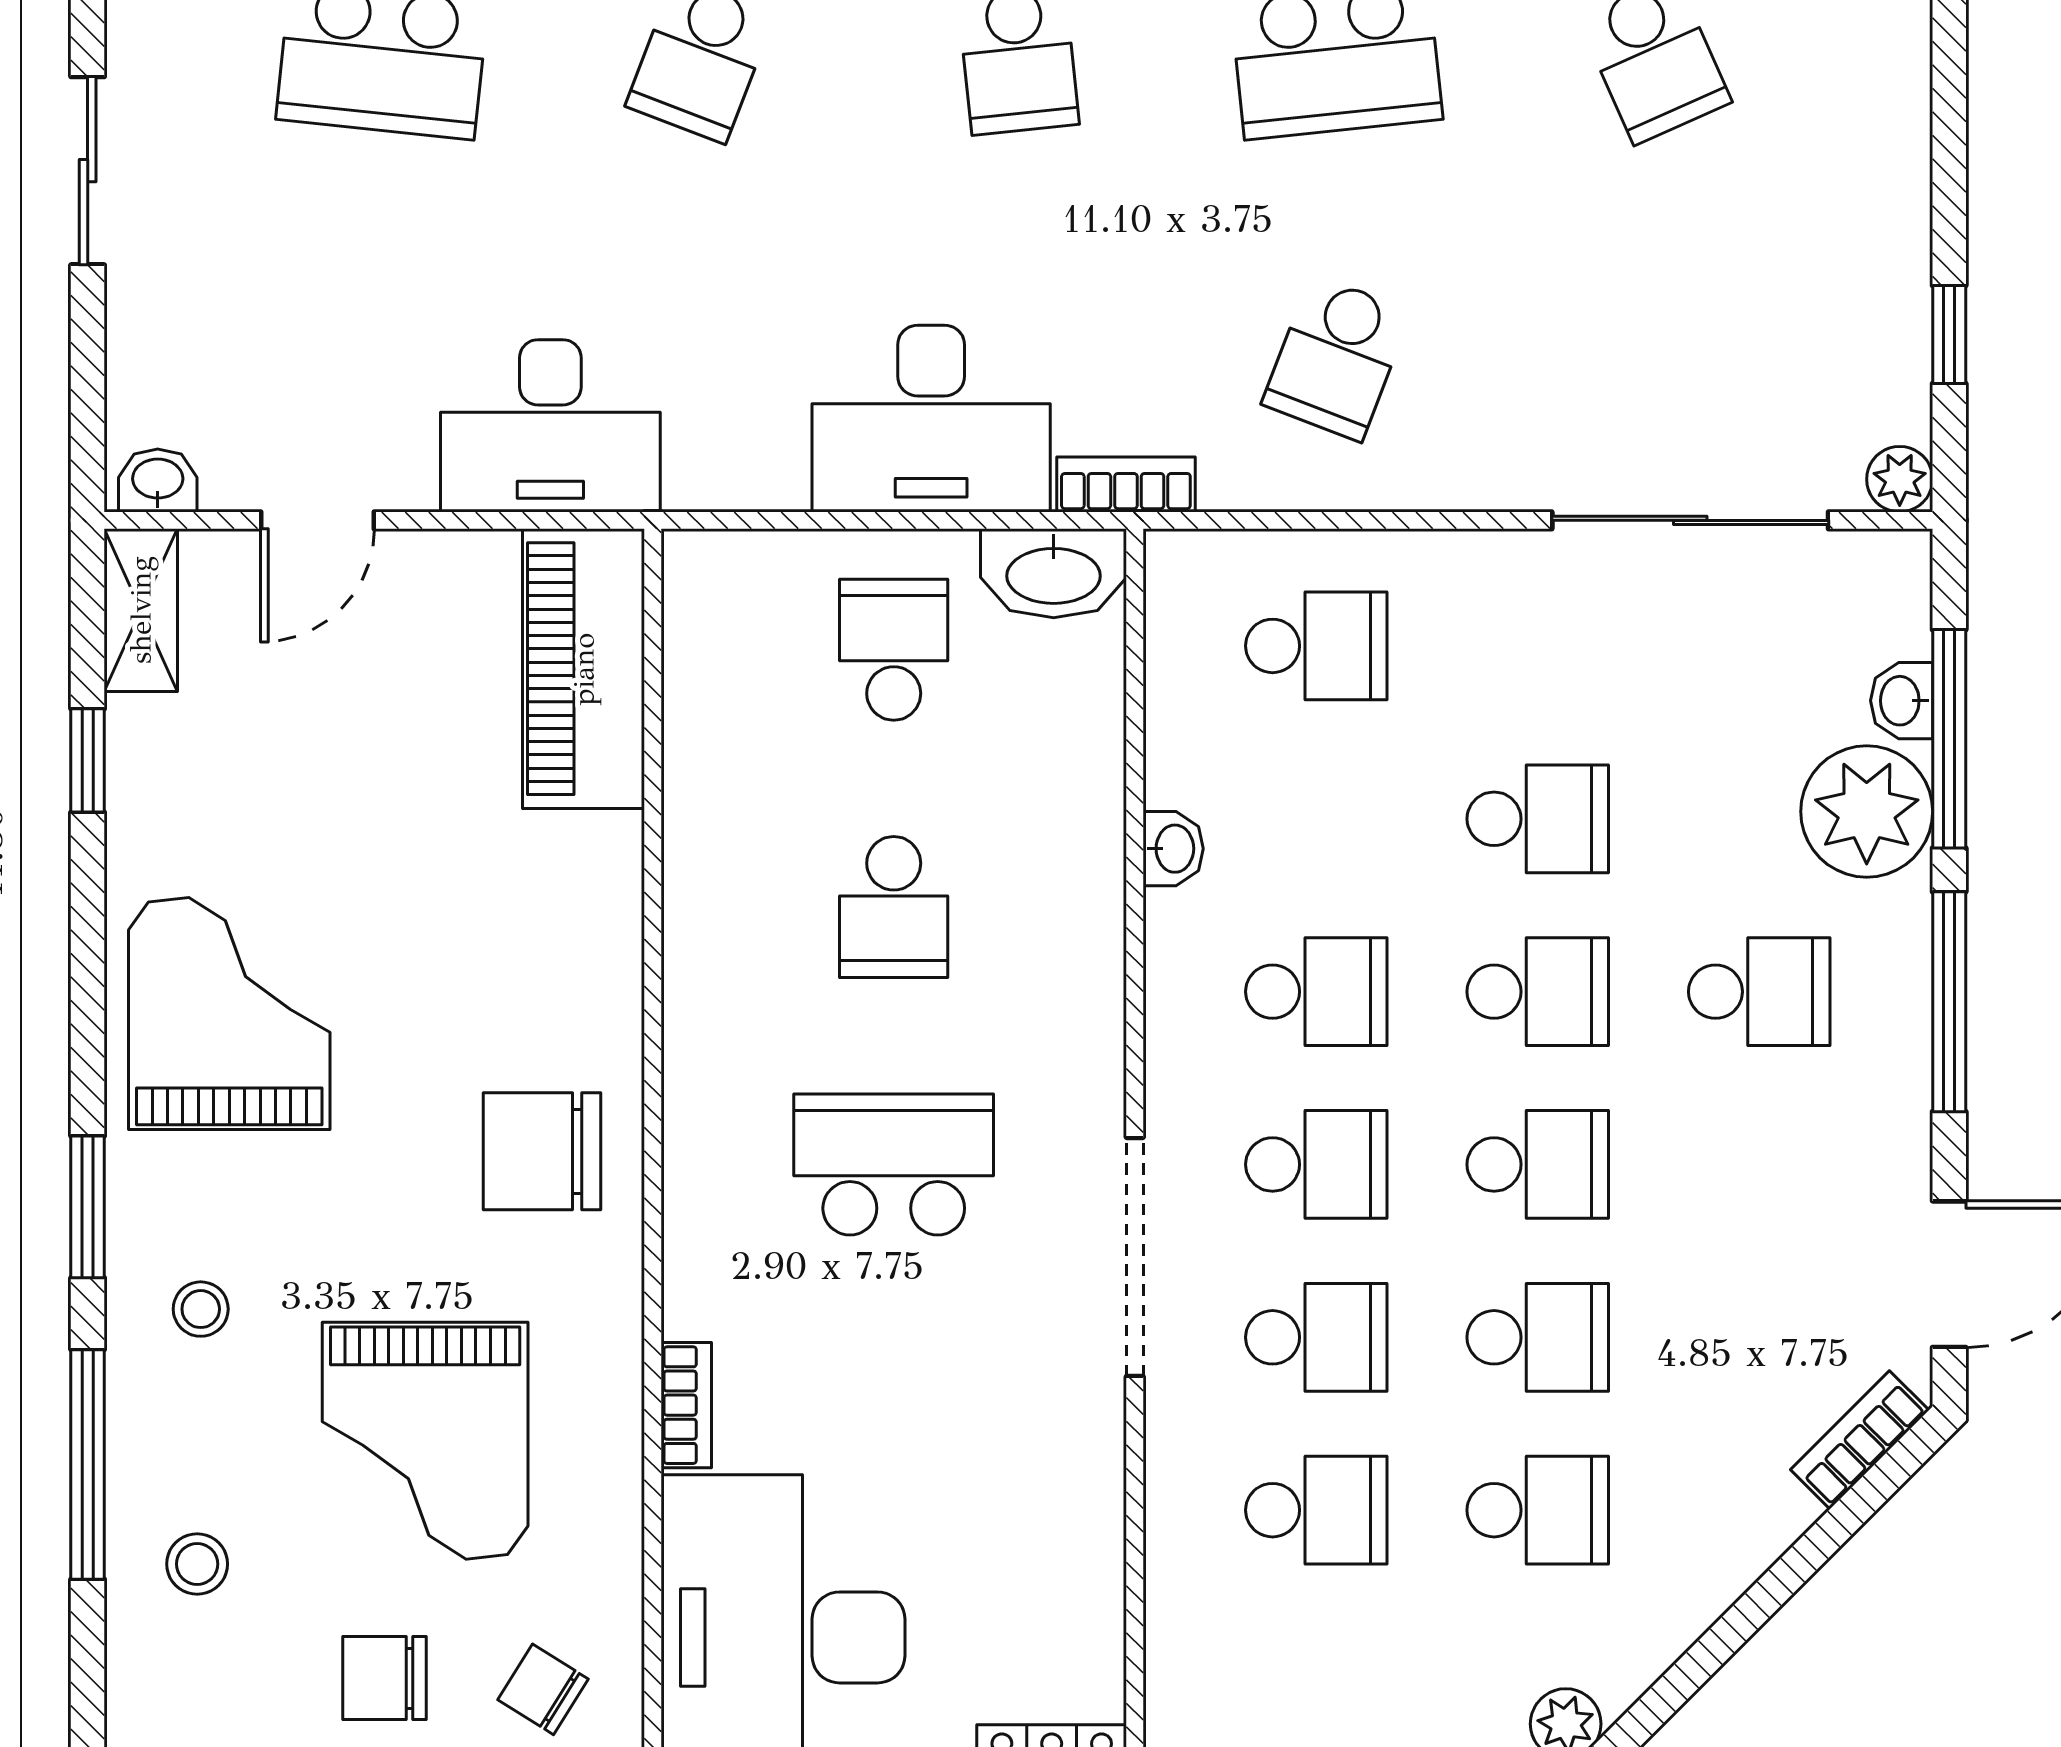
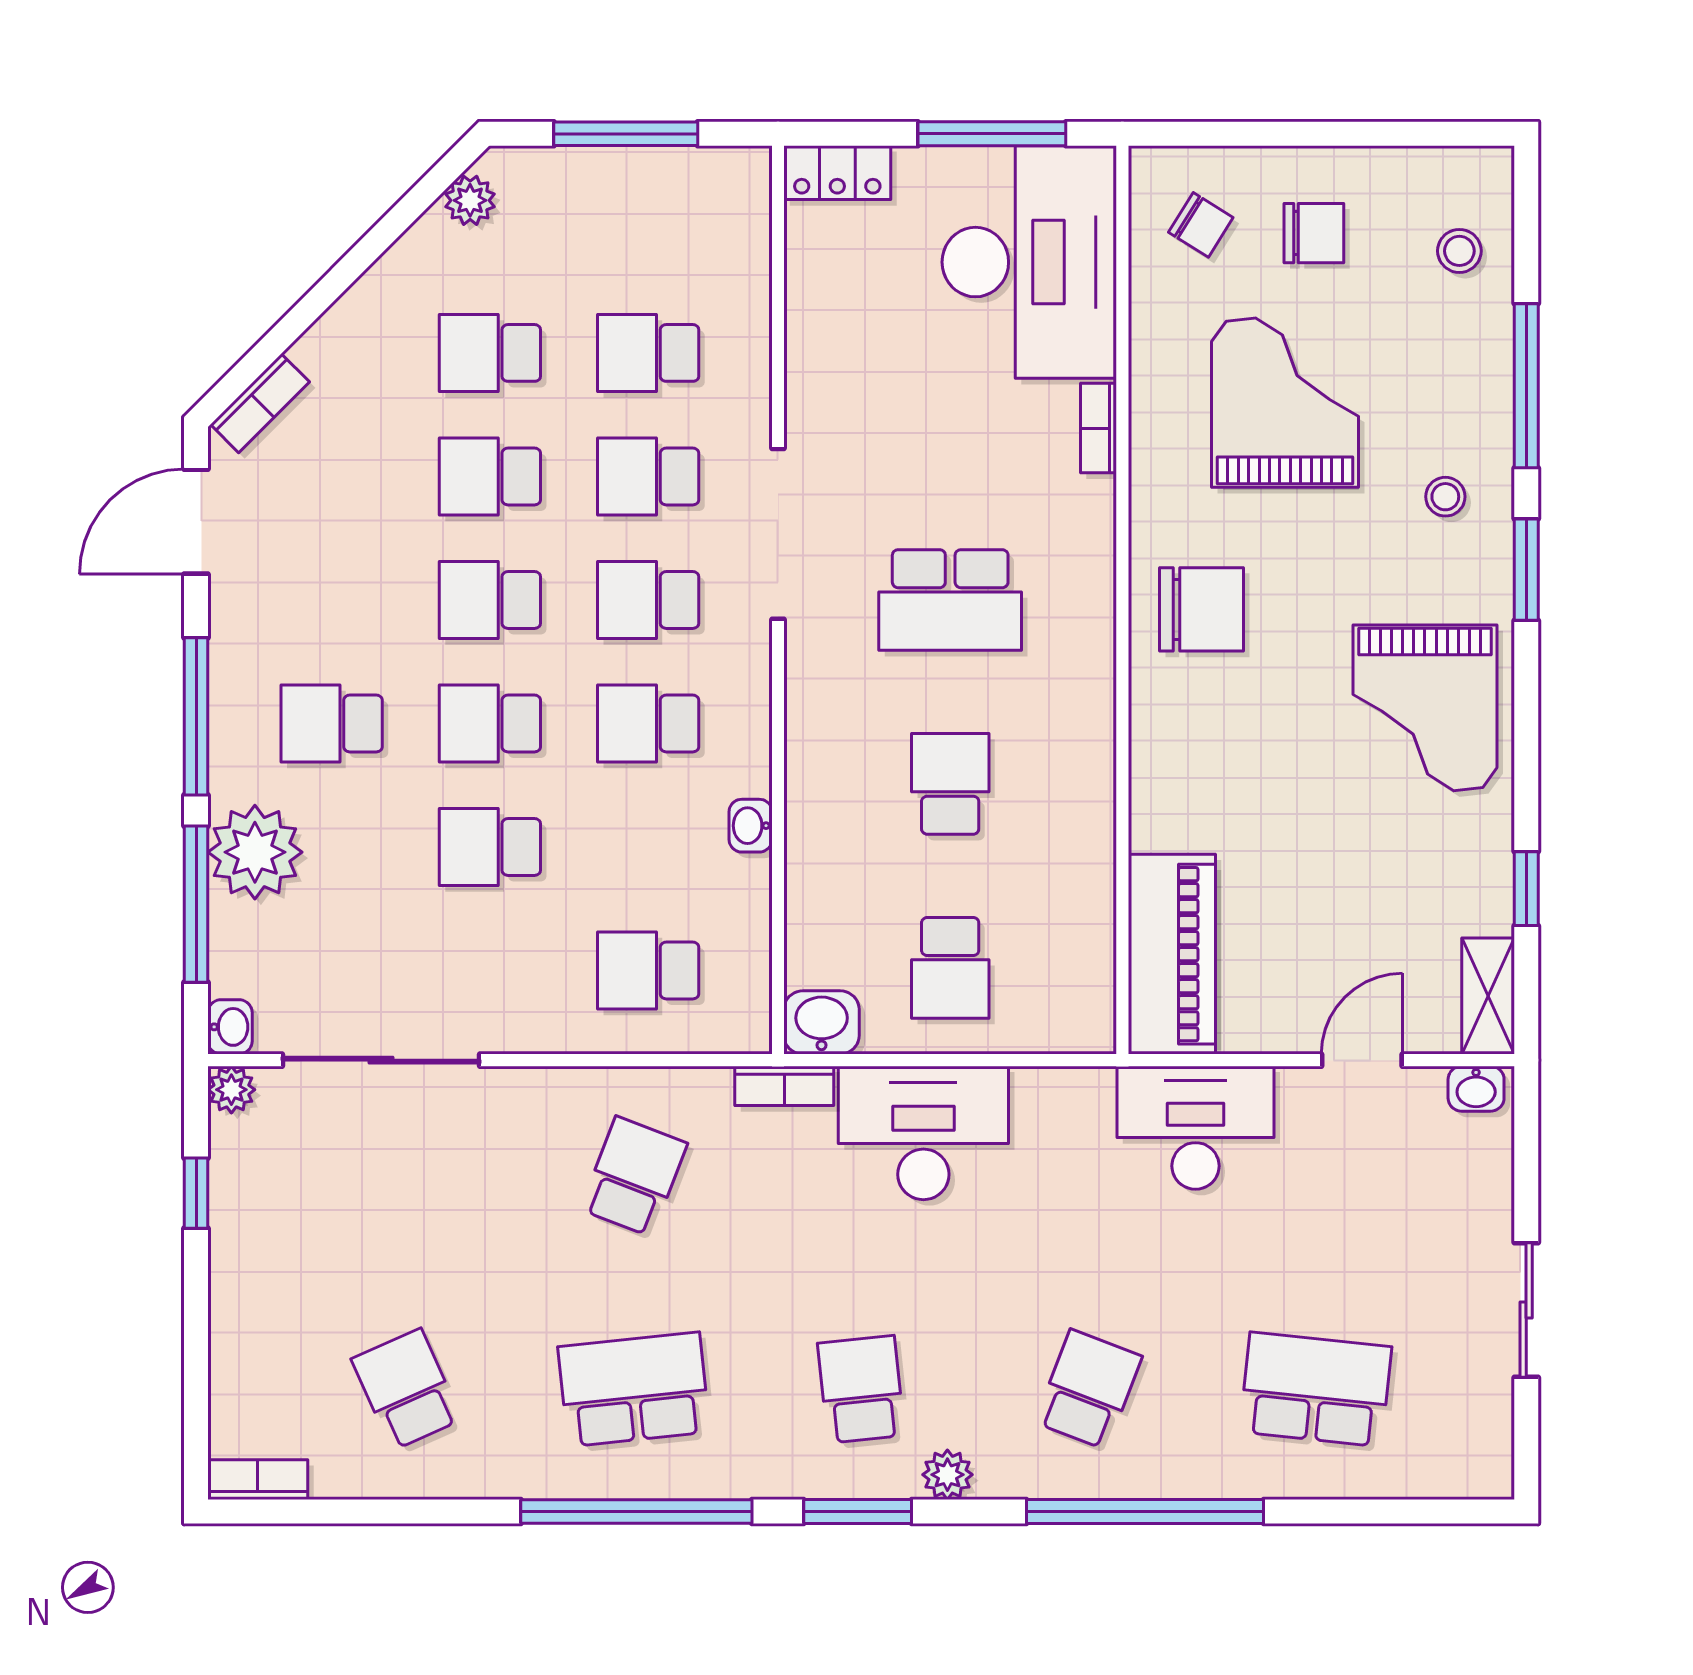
washbasin: (1054, 573) -> (822, 1022), width x0.72
washbasin: (1902, 701) -> (230, 1027), moved
stool: (197, 1564) -> (1459, 251), moved

